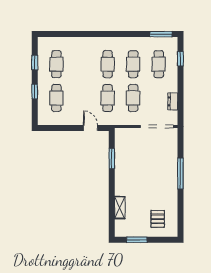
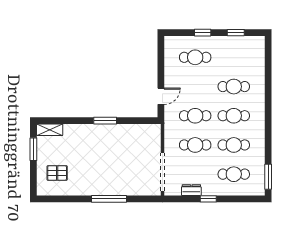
window: (180, 59) -> (208, 199), moved
cafe table: (56, 64) -> (234, 87), moved
window: (112, 159) -> (105, 121), moved
shelving: (120, 208) -> (50, 130), moved

